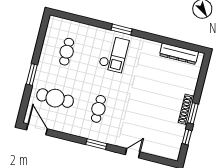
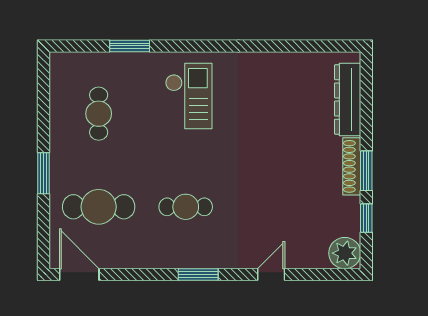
window: (122, 30) -> (130, 46), moved
dresser: (179, 54) -> (348, 99), moved, turned 90
cafe table: (98, 109) -> (186, 207), turned 90
plant: (172, 152) -> (345, 253), added

